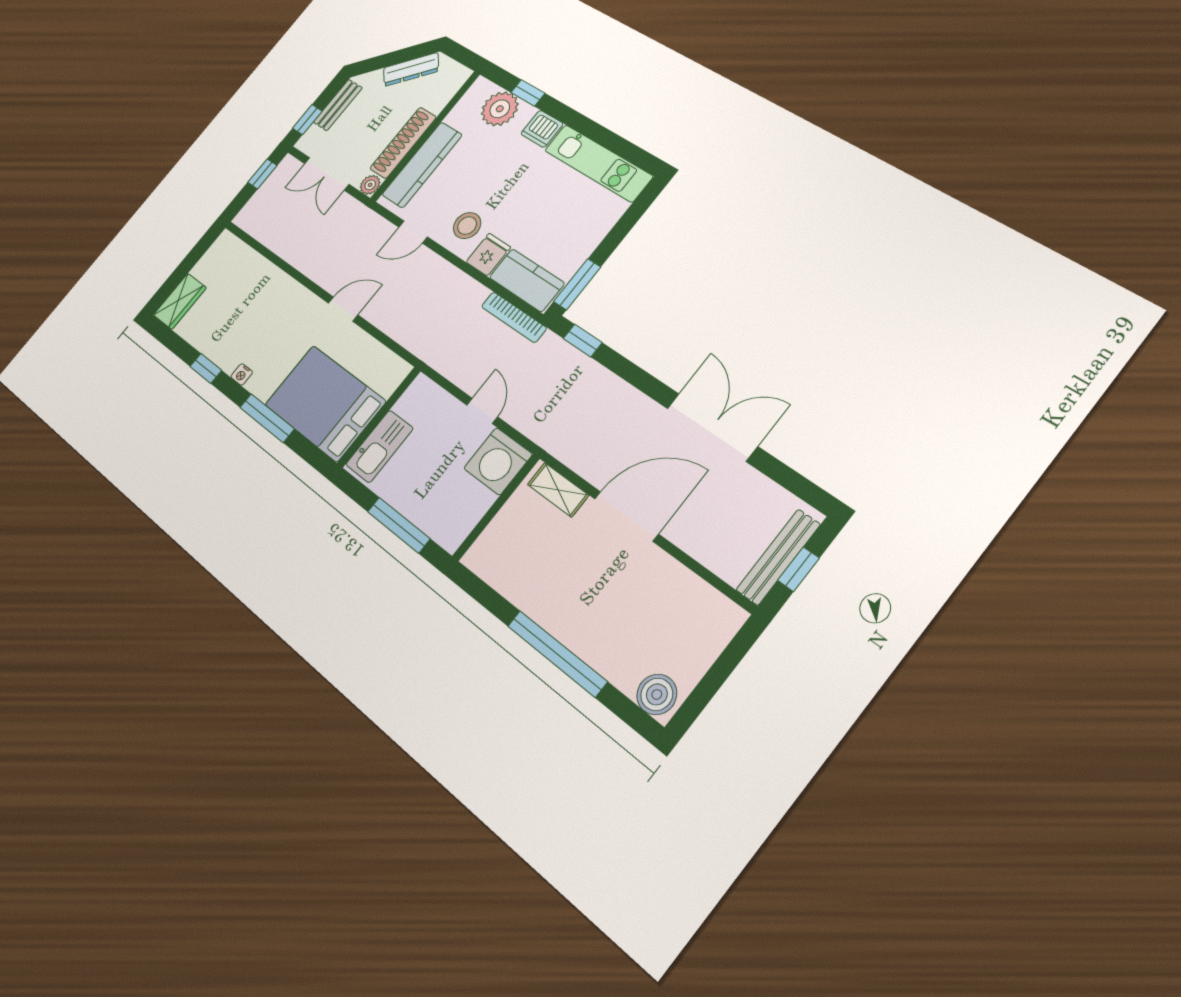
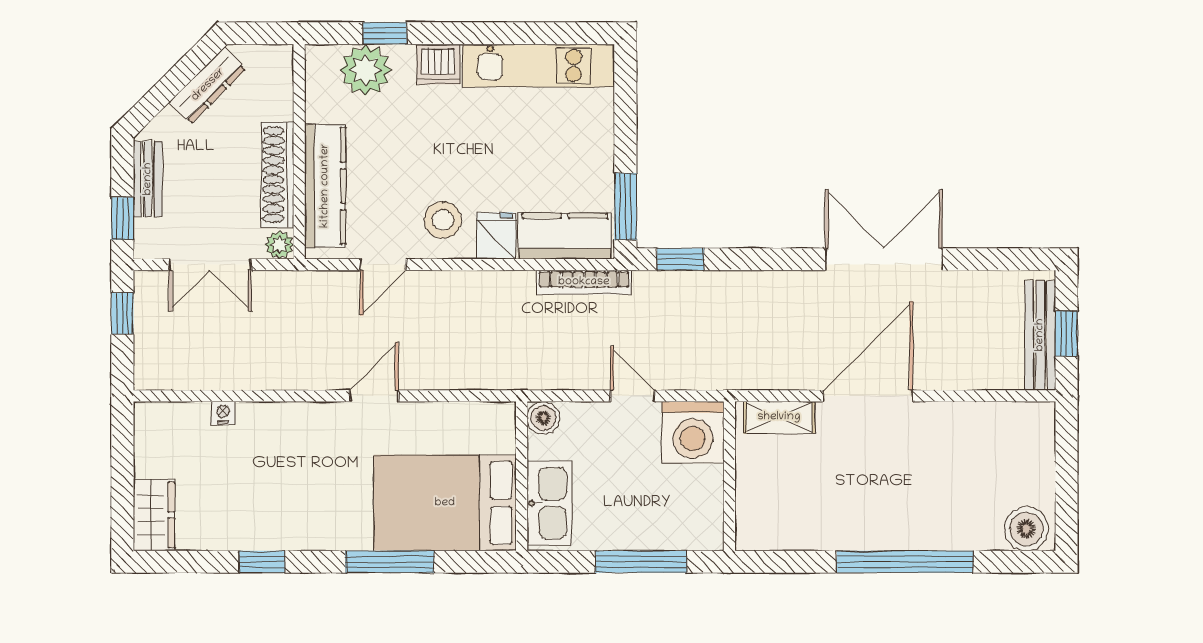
nightstand: (242, 374) -> (223, 413), moved, turned 180
boiler: (421, 388) -> (543, 418), added

